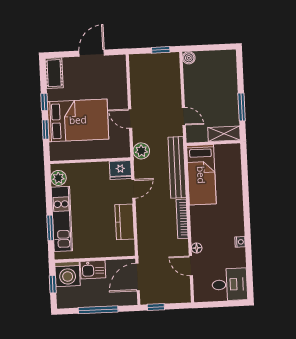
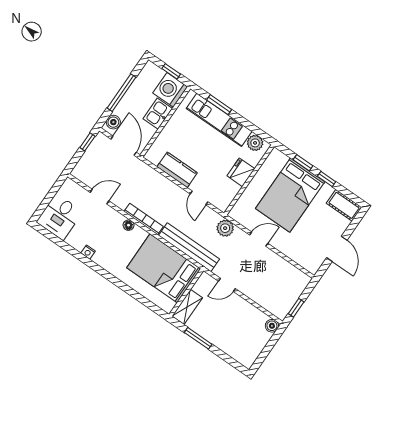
fridge: (120, 170) -> (241, 172), moved
bed: (201, 175) -> (164, 268), width x1.50
floor lamp: (197, 248) -> (129, 225), moved
boiler: (126, 299) -> (113, 122), added

